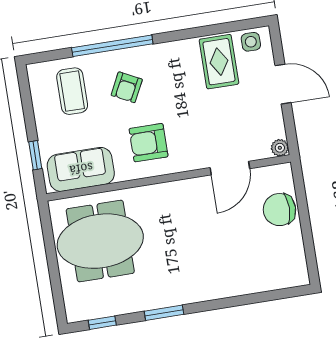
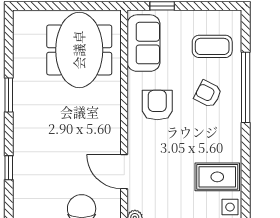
window: (102, 323) -> (9, 168), moved

